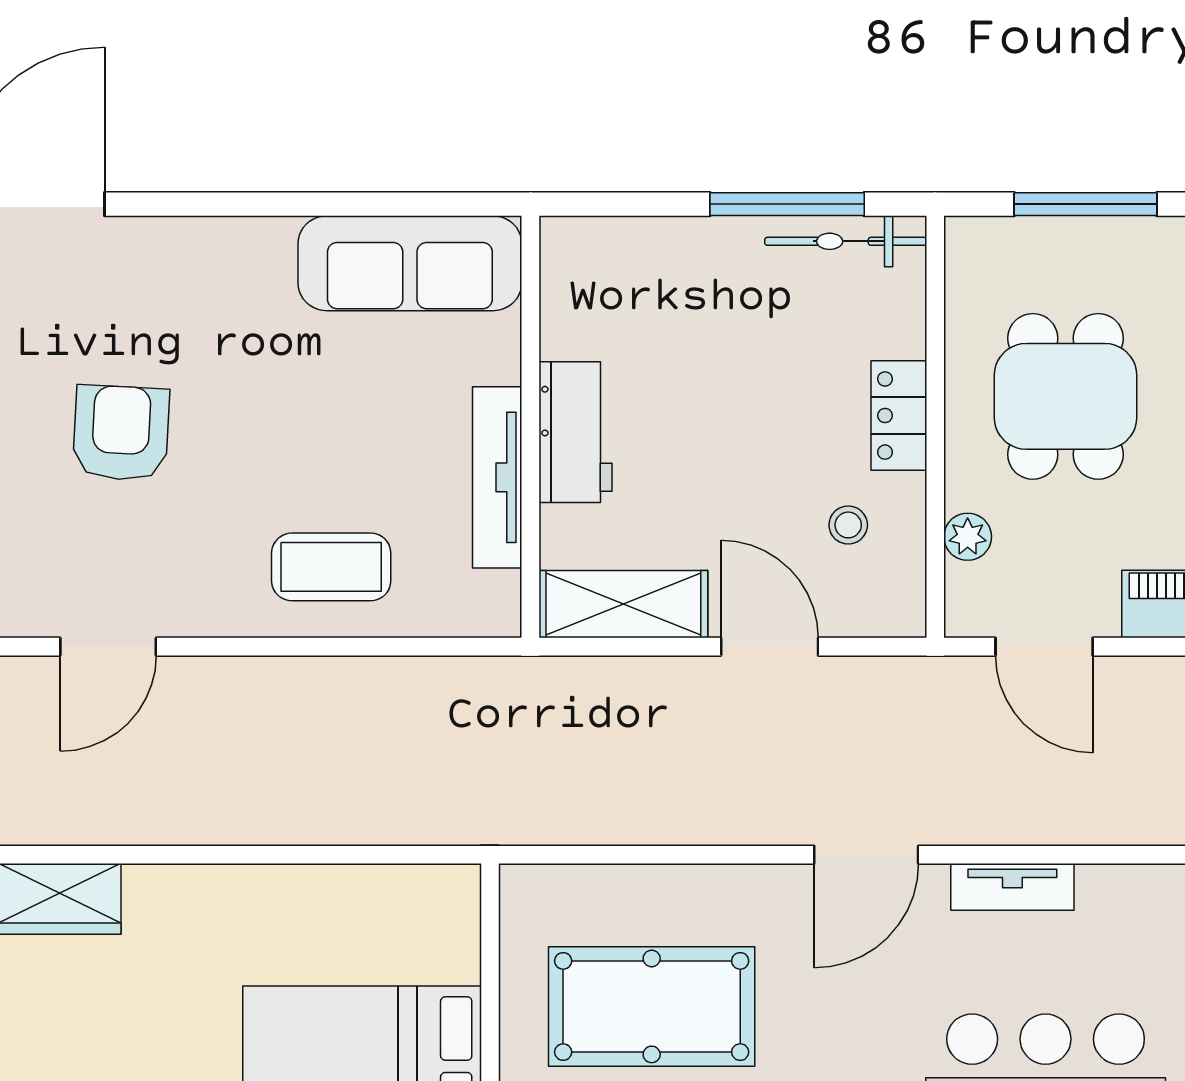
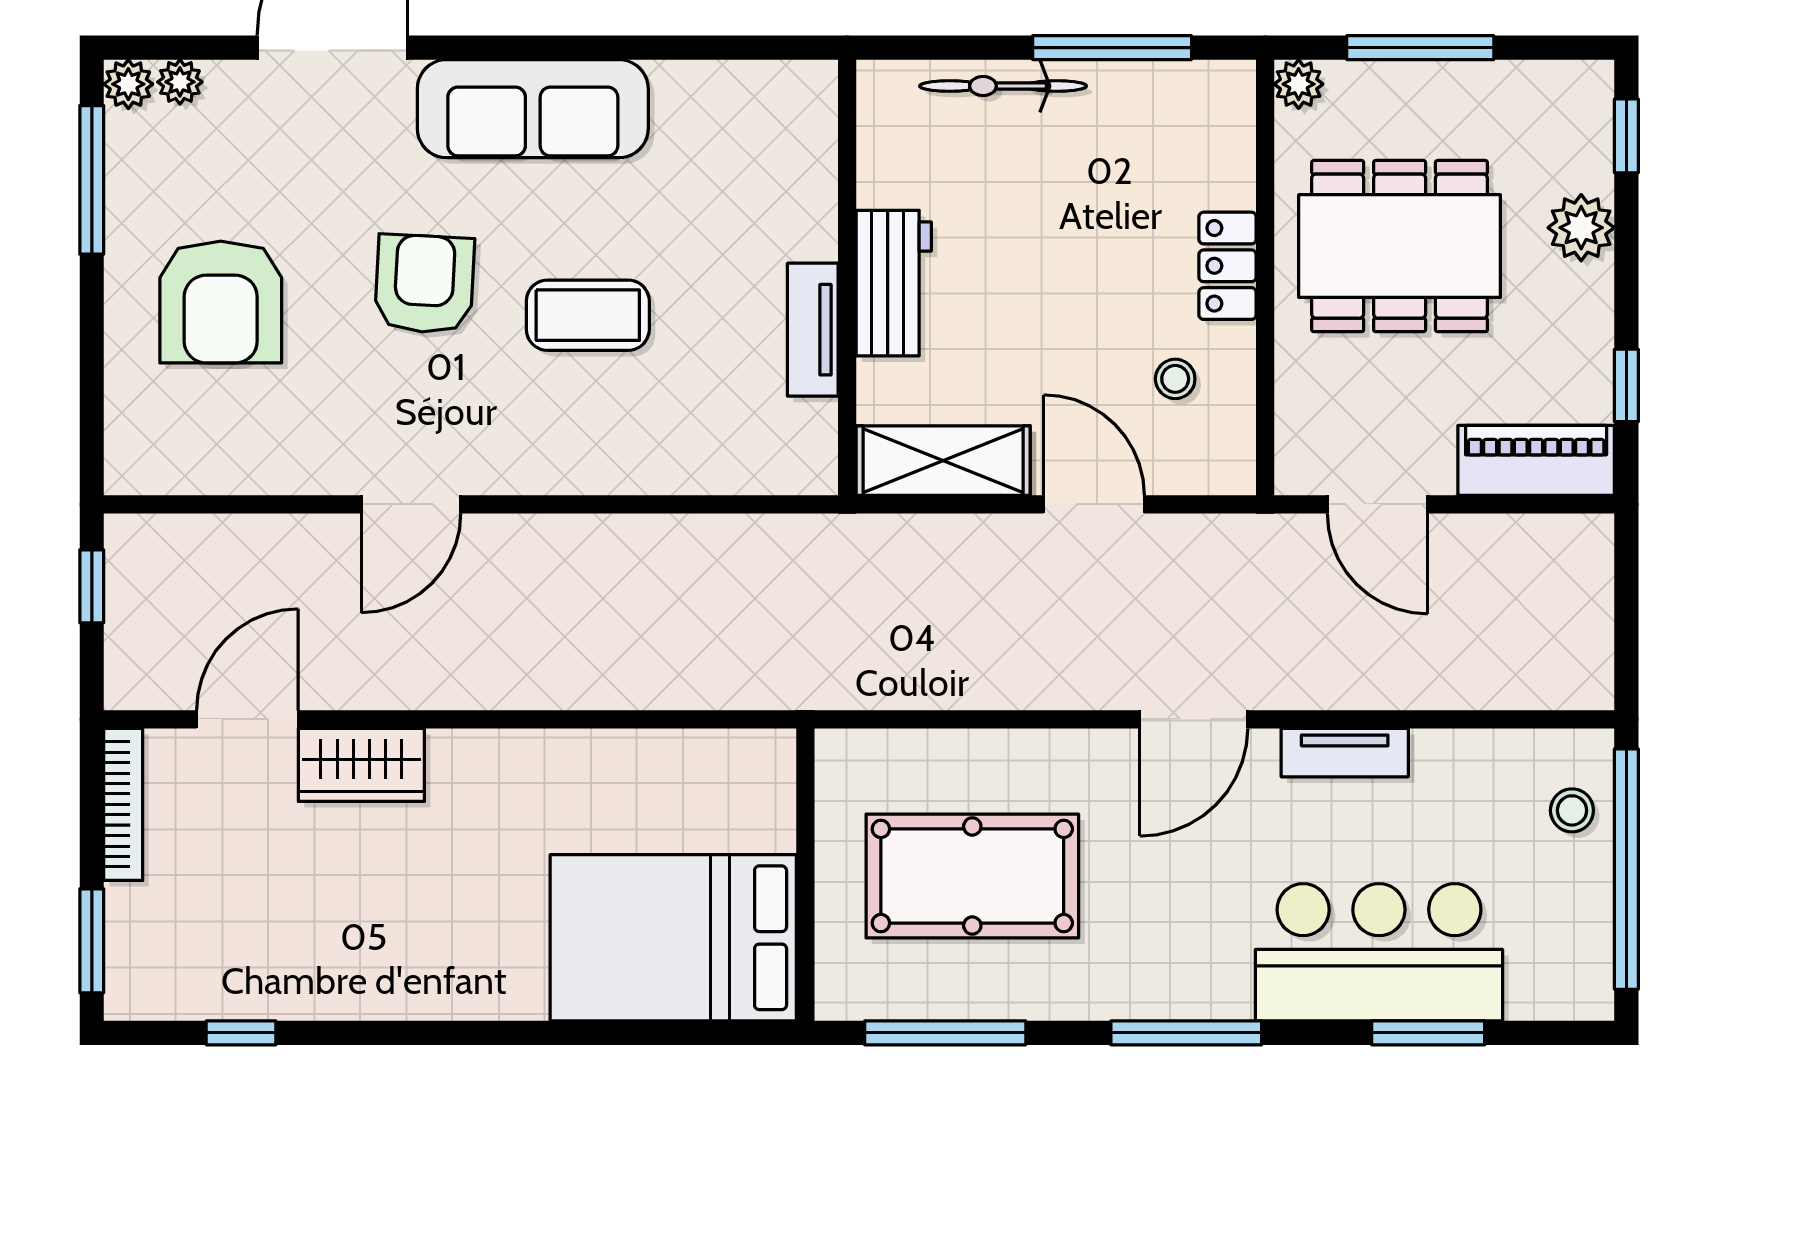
bicycle: (846, 241) -> (1003, 86), moved
sofa: (410, 263) -> (533, 109), moved
dining table: (1065, 396) -> (1400, 246), width x1.38
tv unit: (497, 477) -> (813, 330), width x0.71
plant: (968, 537) -> (1299, 84), moved
coffee table: (331, 567) -> (588, 315), moved

